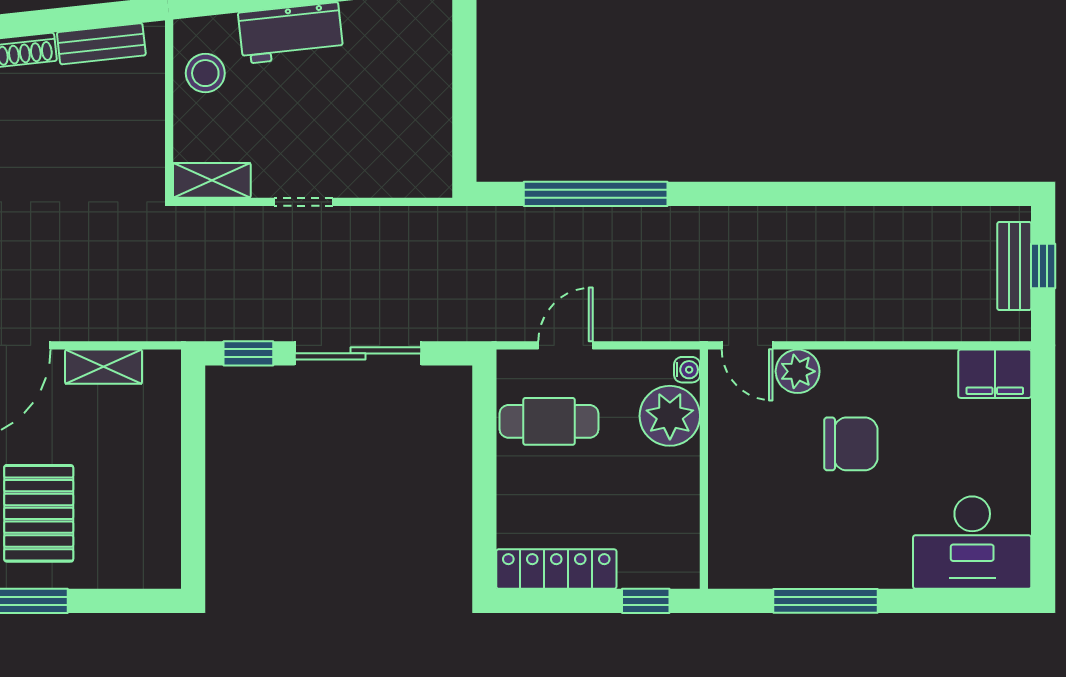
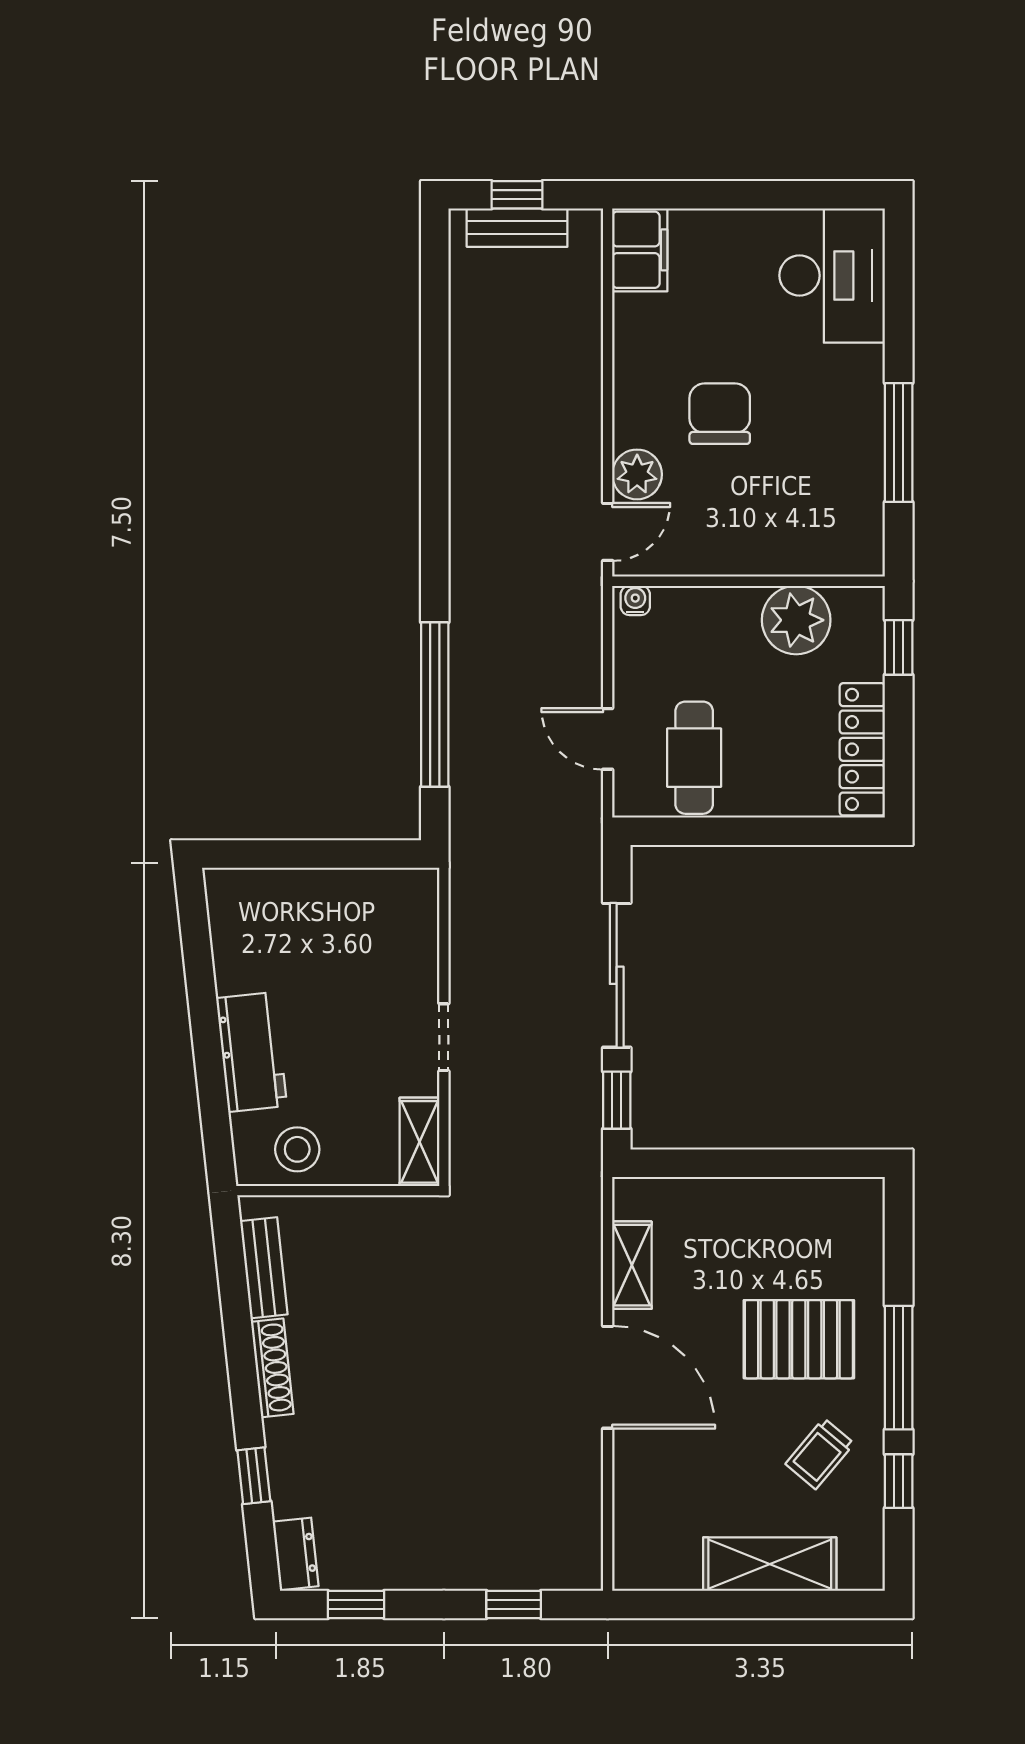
plant: (670, 416) -> (796, 620), moved

